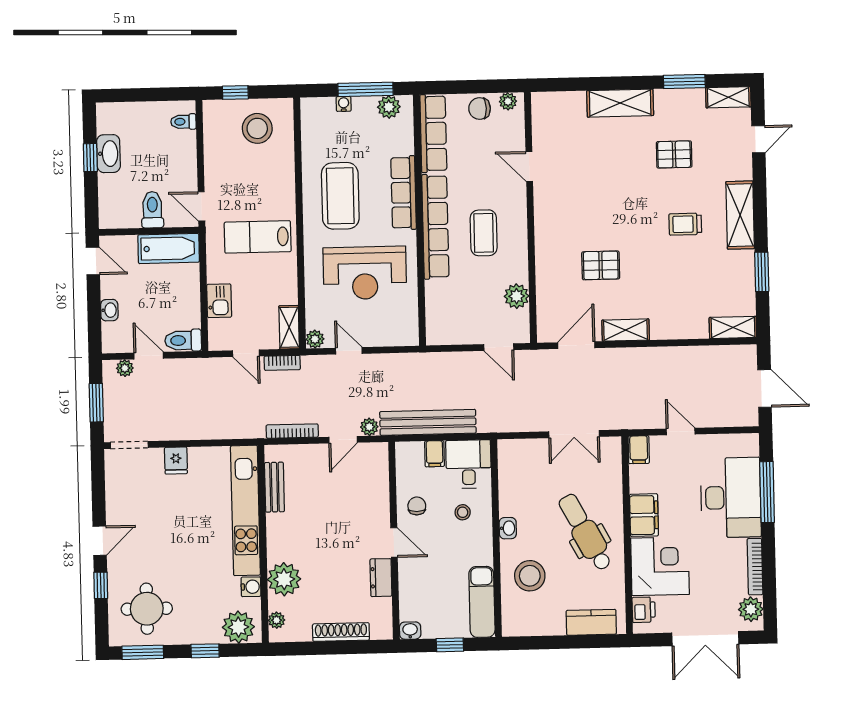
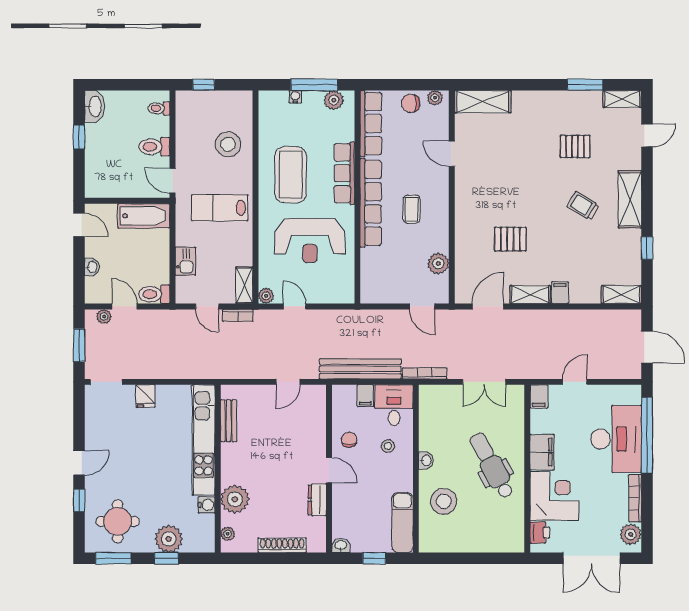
shelving: (620, 103) -> (483, 102), moved
stool: (257, 128) -> (228, 144), moved
washbasin: (108, 154) -> (95, 106), moved
toilet: (152, 210) -> (154, 147), moved, turned -90
trolley: (685, 224) -> (583, 206), turned 31
coffee table: (484, 233) -> (412, 209), width x0.73, depth x0.77
window: (762, 272) -> (647, 248), width x0.67
filing cabinet: (660, 327) -> (560, 293), added
plant: (369, 427) -> (310, 372), removed
bookcase: (292, 431) -> (425, 373), moved
door: (681, 431) -> (575, 382), hinge flipped
window: (767, 492) -> (647, 435), width x1.46
kitchen counter: (591, 622) -> (495, 542), removed
plant: (238, 627) -> (169, 539), moved

